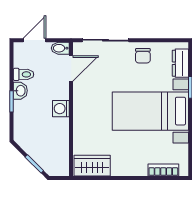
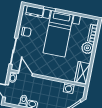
washing machine: (61, 109) -> (69, 88), moved
plant: (136, 166) -> (87, 48), added

